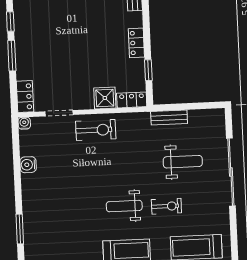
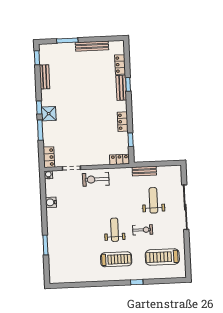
shower: (105, 98) -> (49, 114), moved
exercise bike: (96, 130) -> (96, 179), turned 180
weight bench: (183, 162) -> (153, 200), turned -90
weight bench: (124, 206) -> (115, 230), turned 90

